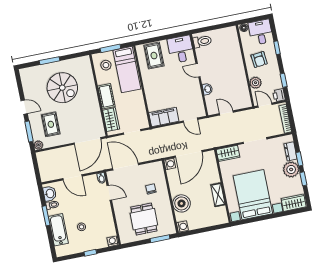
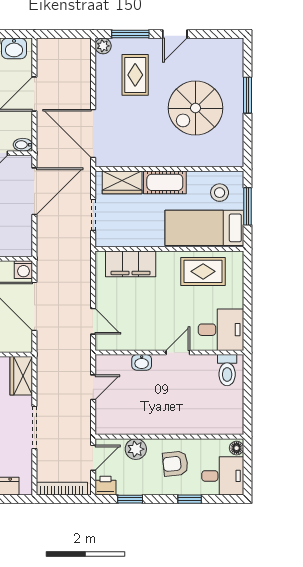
rug: (154, 56) -> (203, 271), moved
filing cabinet: (164, 117) -> (131, 264), moved, turned 90
door: (190, 120) -> (93, 321), swing flipped
rug: (51, 124) -> (135, 75), turned 90

